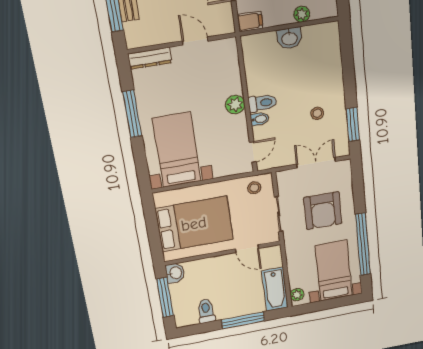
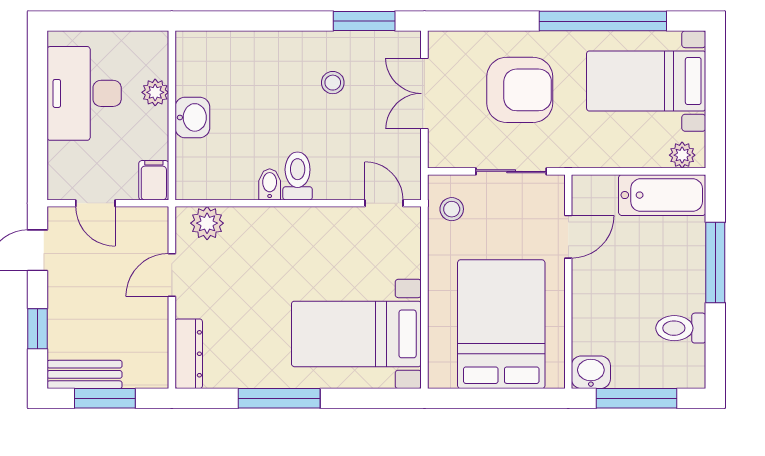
plant: (235, 105) -> (207, 223), moved
bidet: (260, 119) -> (270, 184), moved

